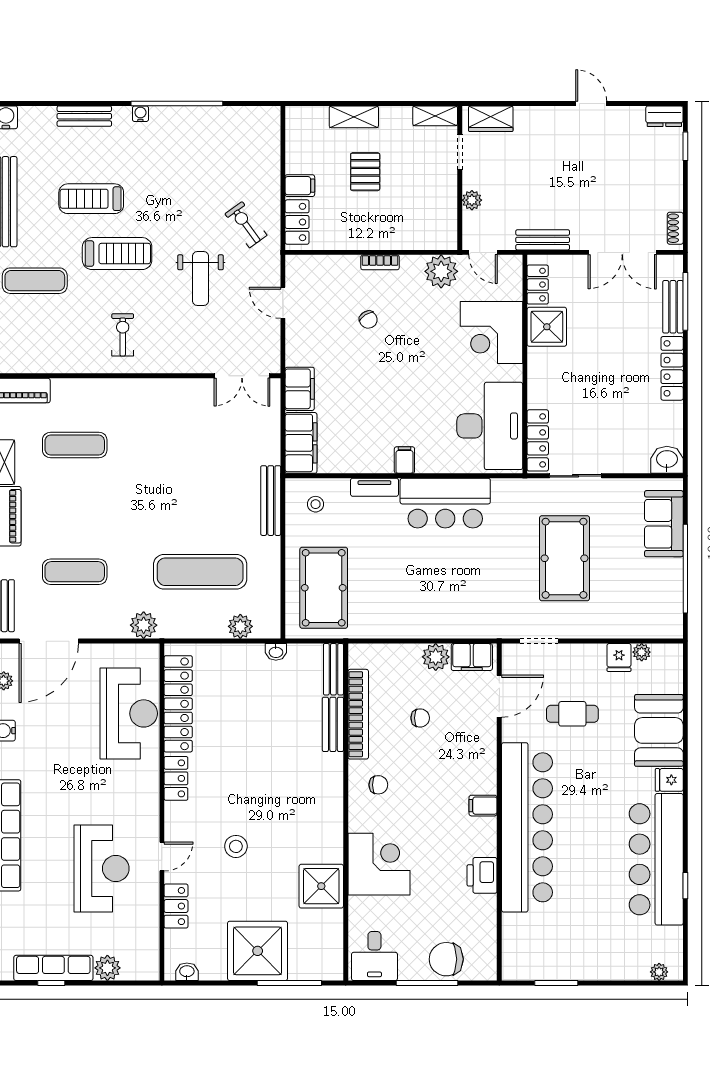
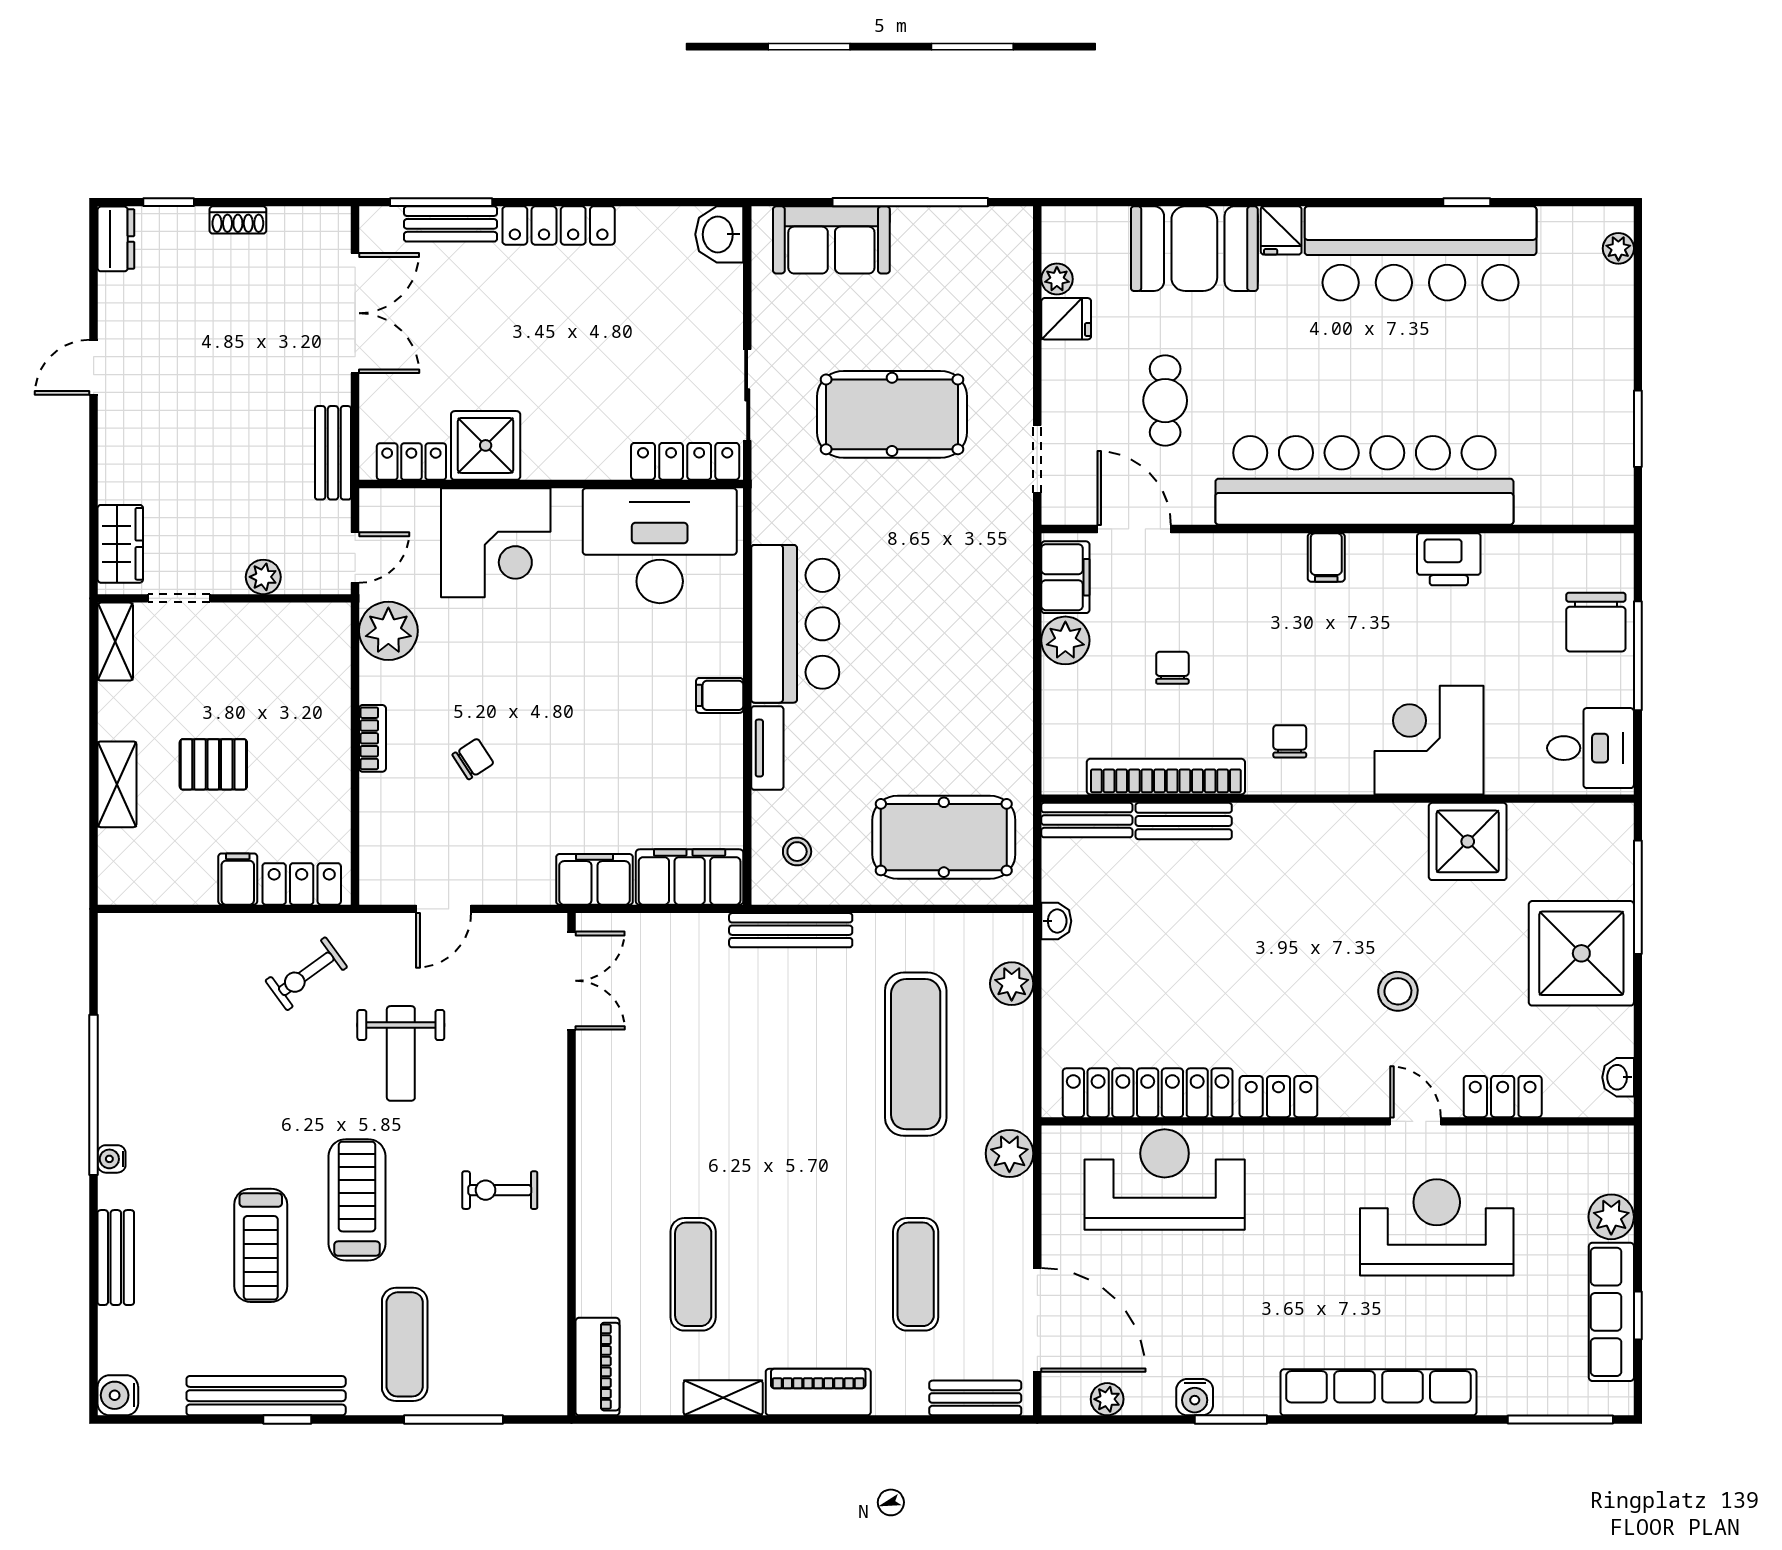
shoe rack: (675, 228) -> (238, 220), moved
weight bench: (201, 278) -> (401, 1053), turned 90

